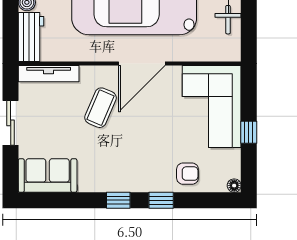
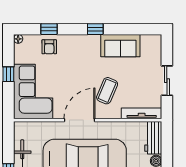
armchair: (187, 174) -> (49, 47), turned -90
sofa: (48, 175) -> (120, 46), moved
window: (161, 200) -> (49, 29), moved

